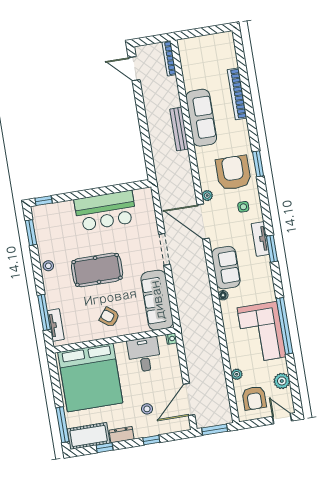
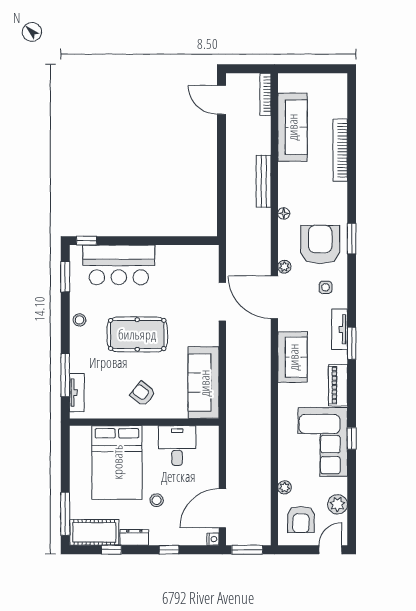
sofa: (201, 118) -> (292, 127), moved
bar counter: (105, 211) -> (119, 265), moved
doorway: (164, 249) -> (222, 302), moved
piano: (266, 284) -> (338, 385), added
floor lamp: (223, 295) -> (284, 214), moved
window: (285, 326) -> (352, 439), width x0.32
nightstand: (171, 339) -> (213, 539), moved
bed: (90, 378) -> (117, 462), width x0.73
stool: (147, 409) -> (157, 500), moved
door: (282, 419) -> (330, 550), hinge flipped

